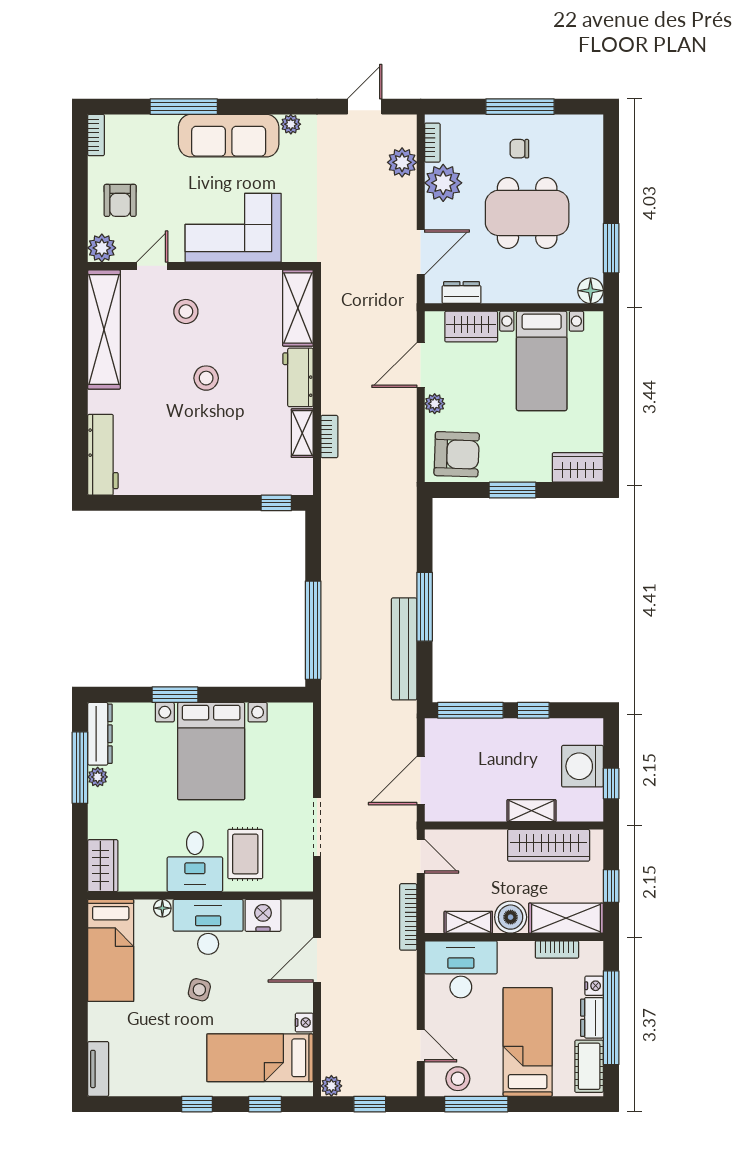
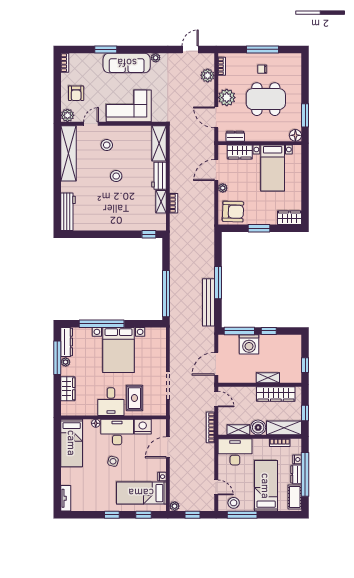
window: (184, 107) -> (106, 49), width x0.69
plant: (443, 183) -> (227, 98), moved
door: (421, 252) -> (216, 117), swing flipped
window: (175, 695) -> (102, 324), width x2.11
washing machine: (583, 766) -> (249, 344), moved, turned -90
wardrobe: (103, 866) -> (68, 389), moved

